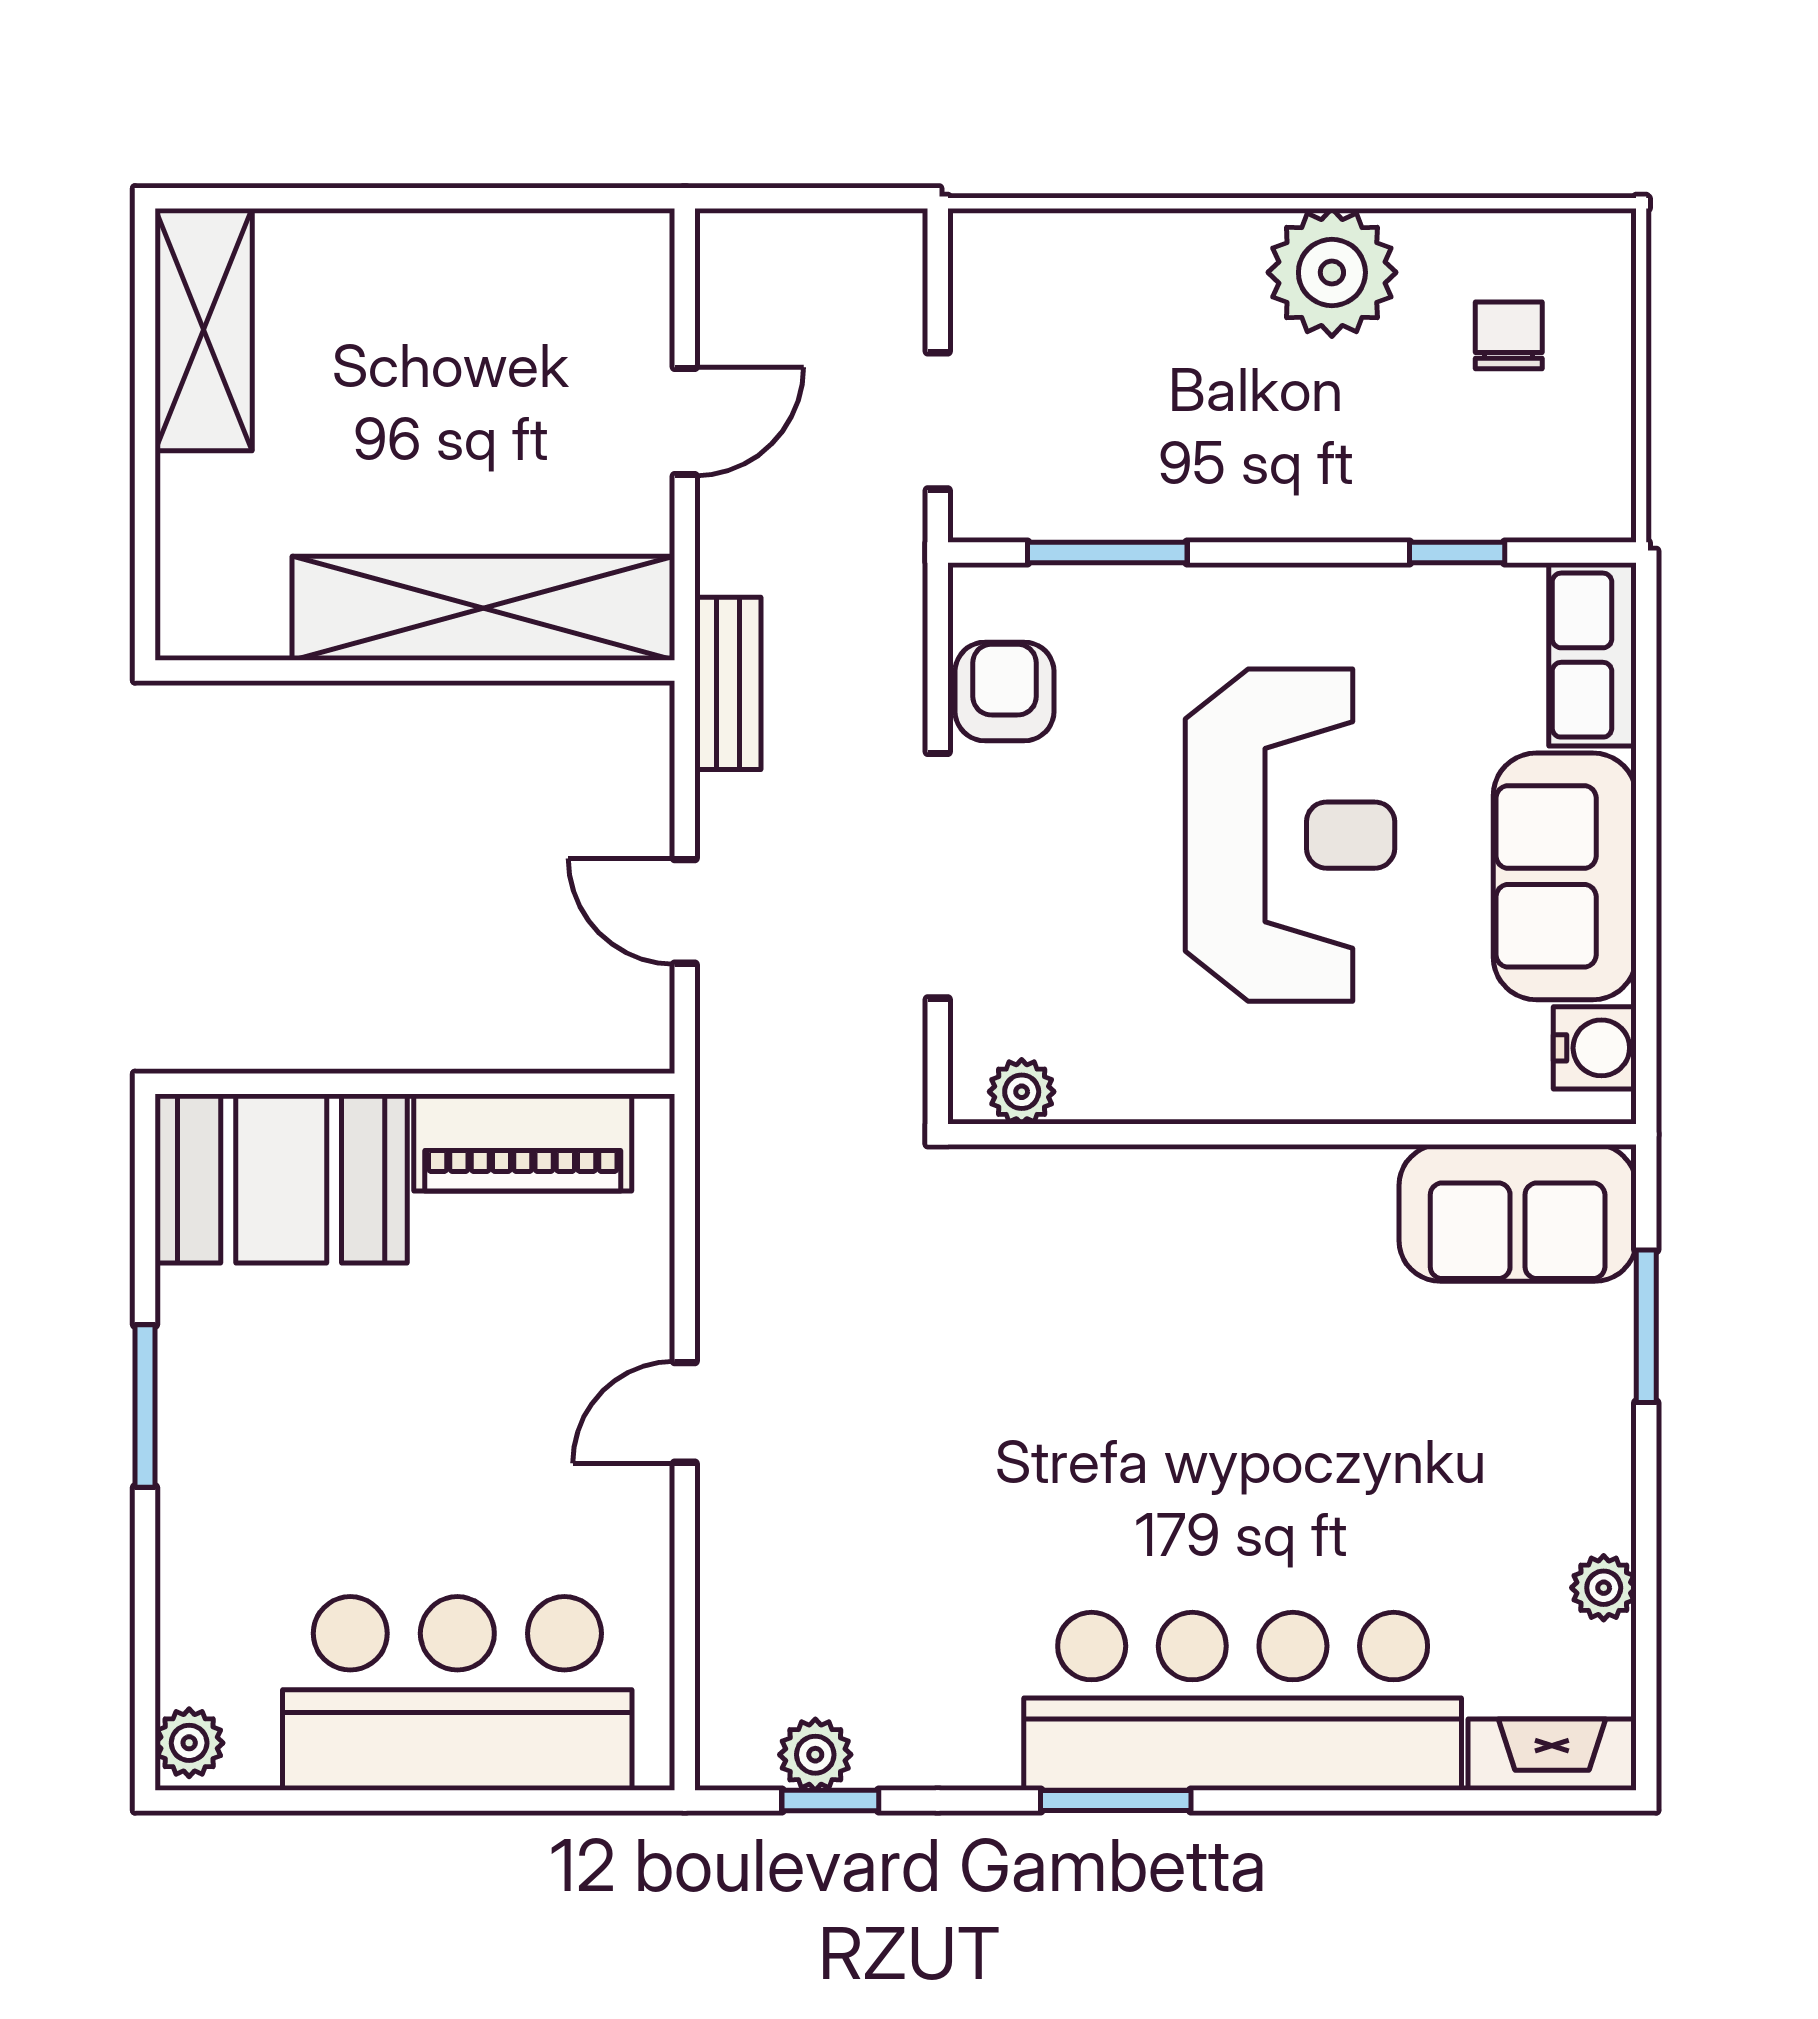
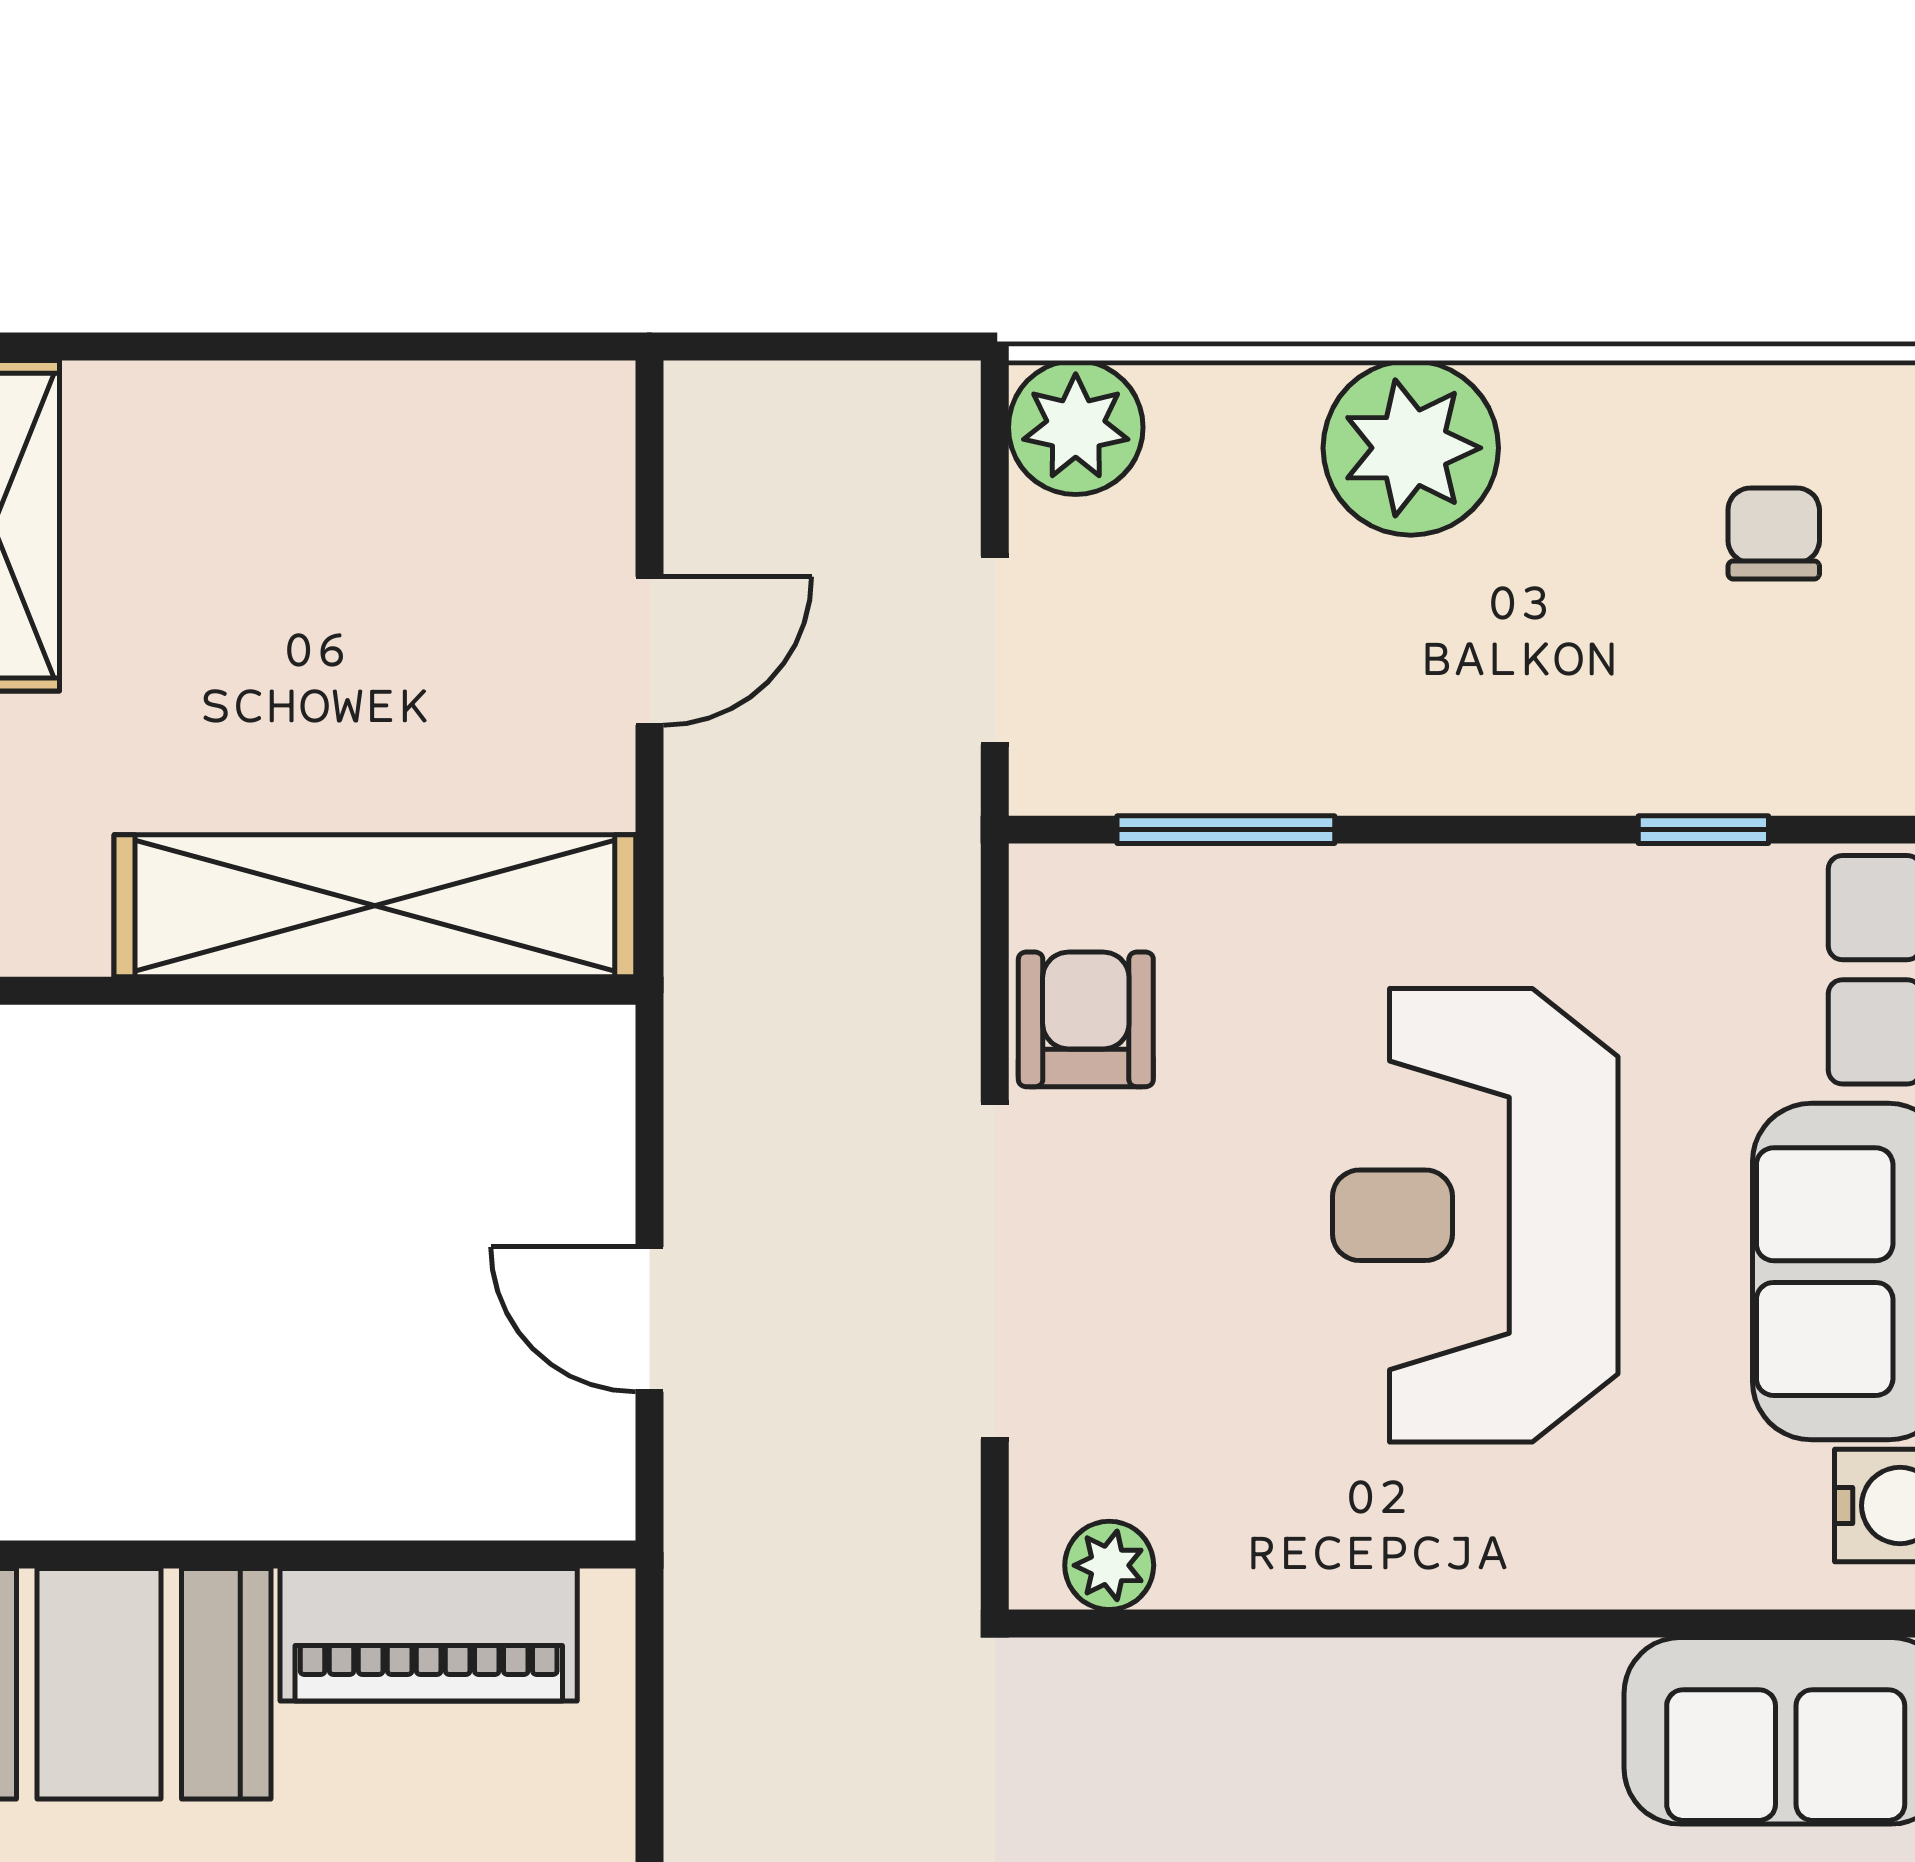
plant: (997, 258) -> (1076, 427), added
plant: (1332, 272) -> (1411, 448), moved
bench: (728, 683) -> (708, 1008), removed
reception desk: (1290, 835) -> (1475, 1215), turned 180

